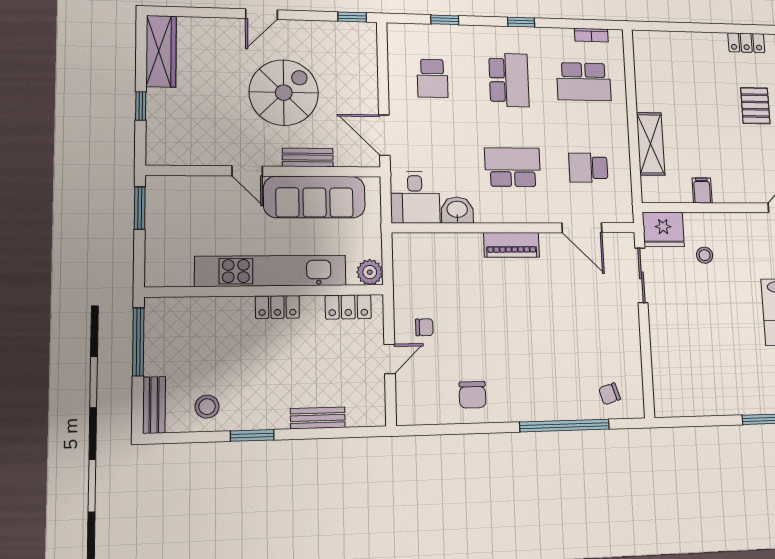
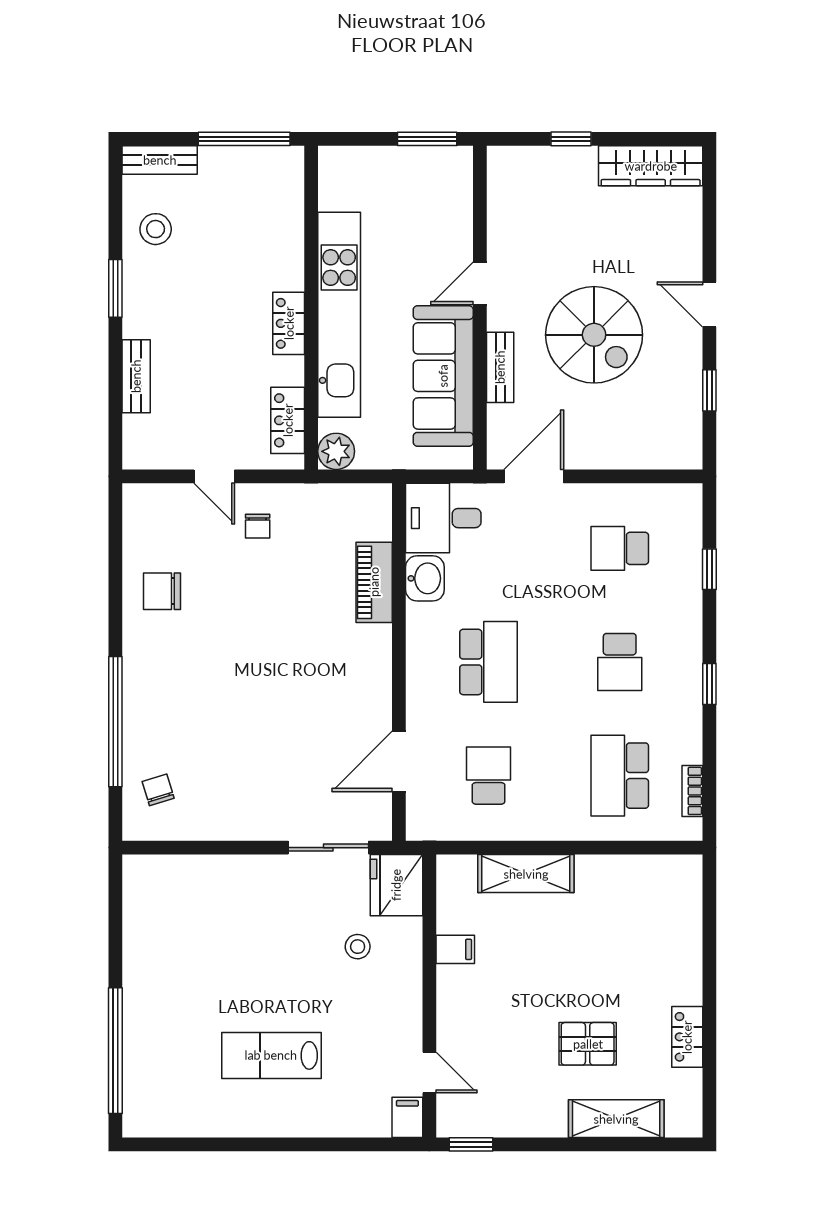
window: (352, 17) -> (709, 390), moved
school desk: (509, 80) -> (620, 662), width x0.54
piano: (511, 245) -> (374, 582), moved

